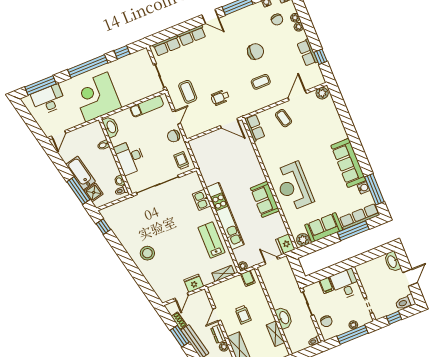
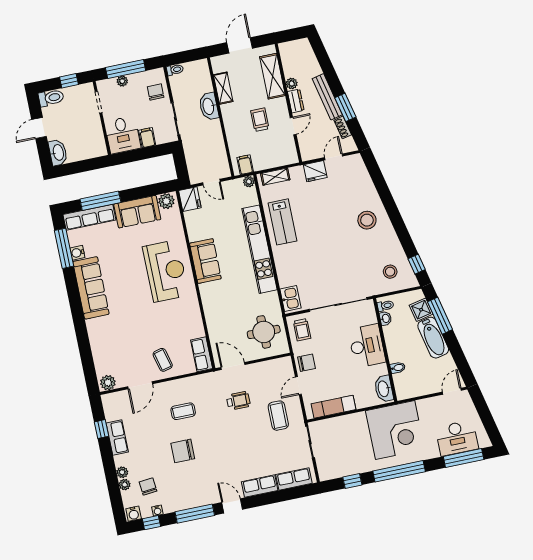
round table: (210, 154) -> (264, 332), added
kitchen sink: (202, 200) -> (290, 298), moved
stool: (123, 217) -> (390, 272), added

